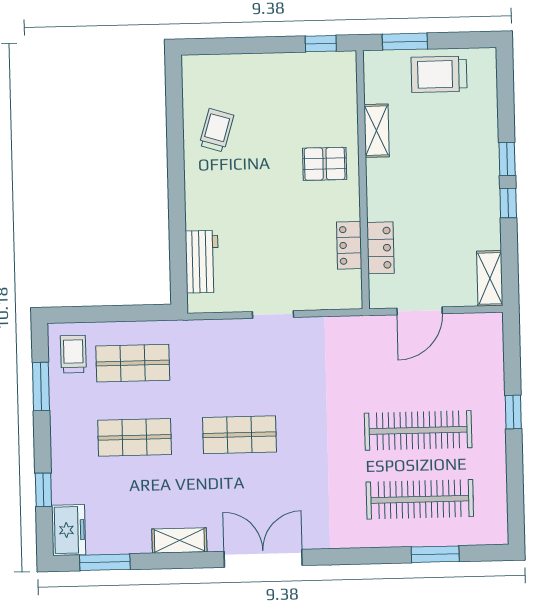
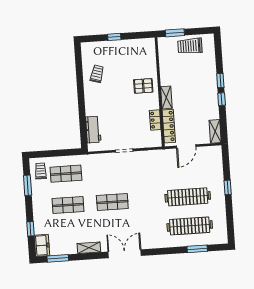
window: (321, 44) -> (114, 37), moved
shelving: (376, 131) -> (166, 98), moved
locker: (380, 248) -> (169, 126), width x1.53

